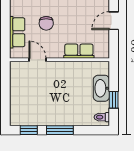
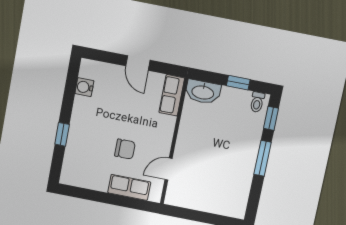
row of seats: (79, 51) -> (172, 95), moved
washbasin: (101, 88) -> (203, 92), moved
window: (29, 130) -> (271, 118), moved

